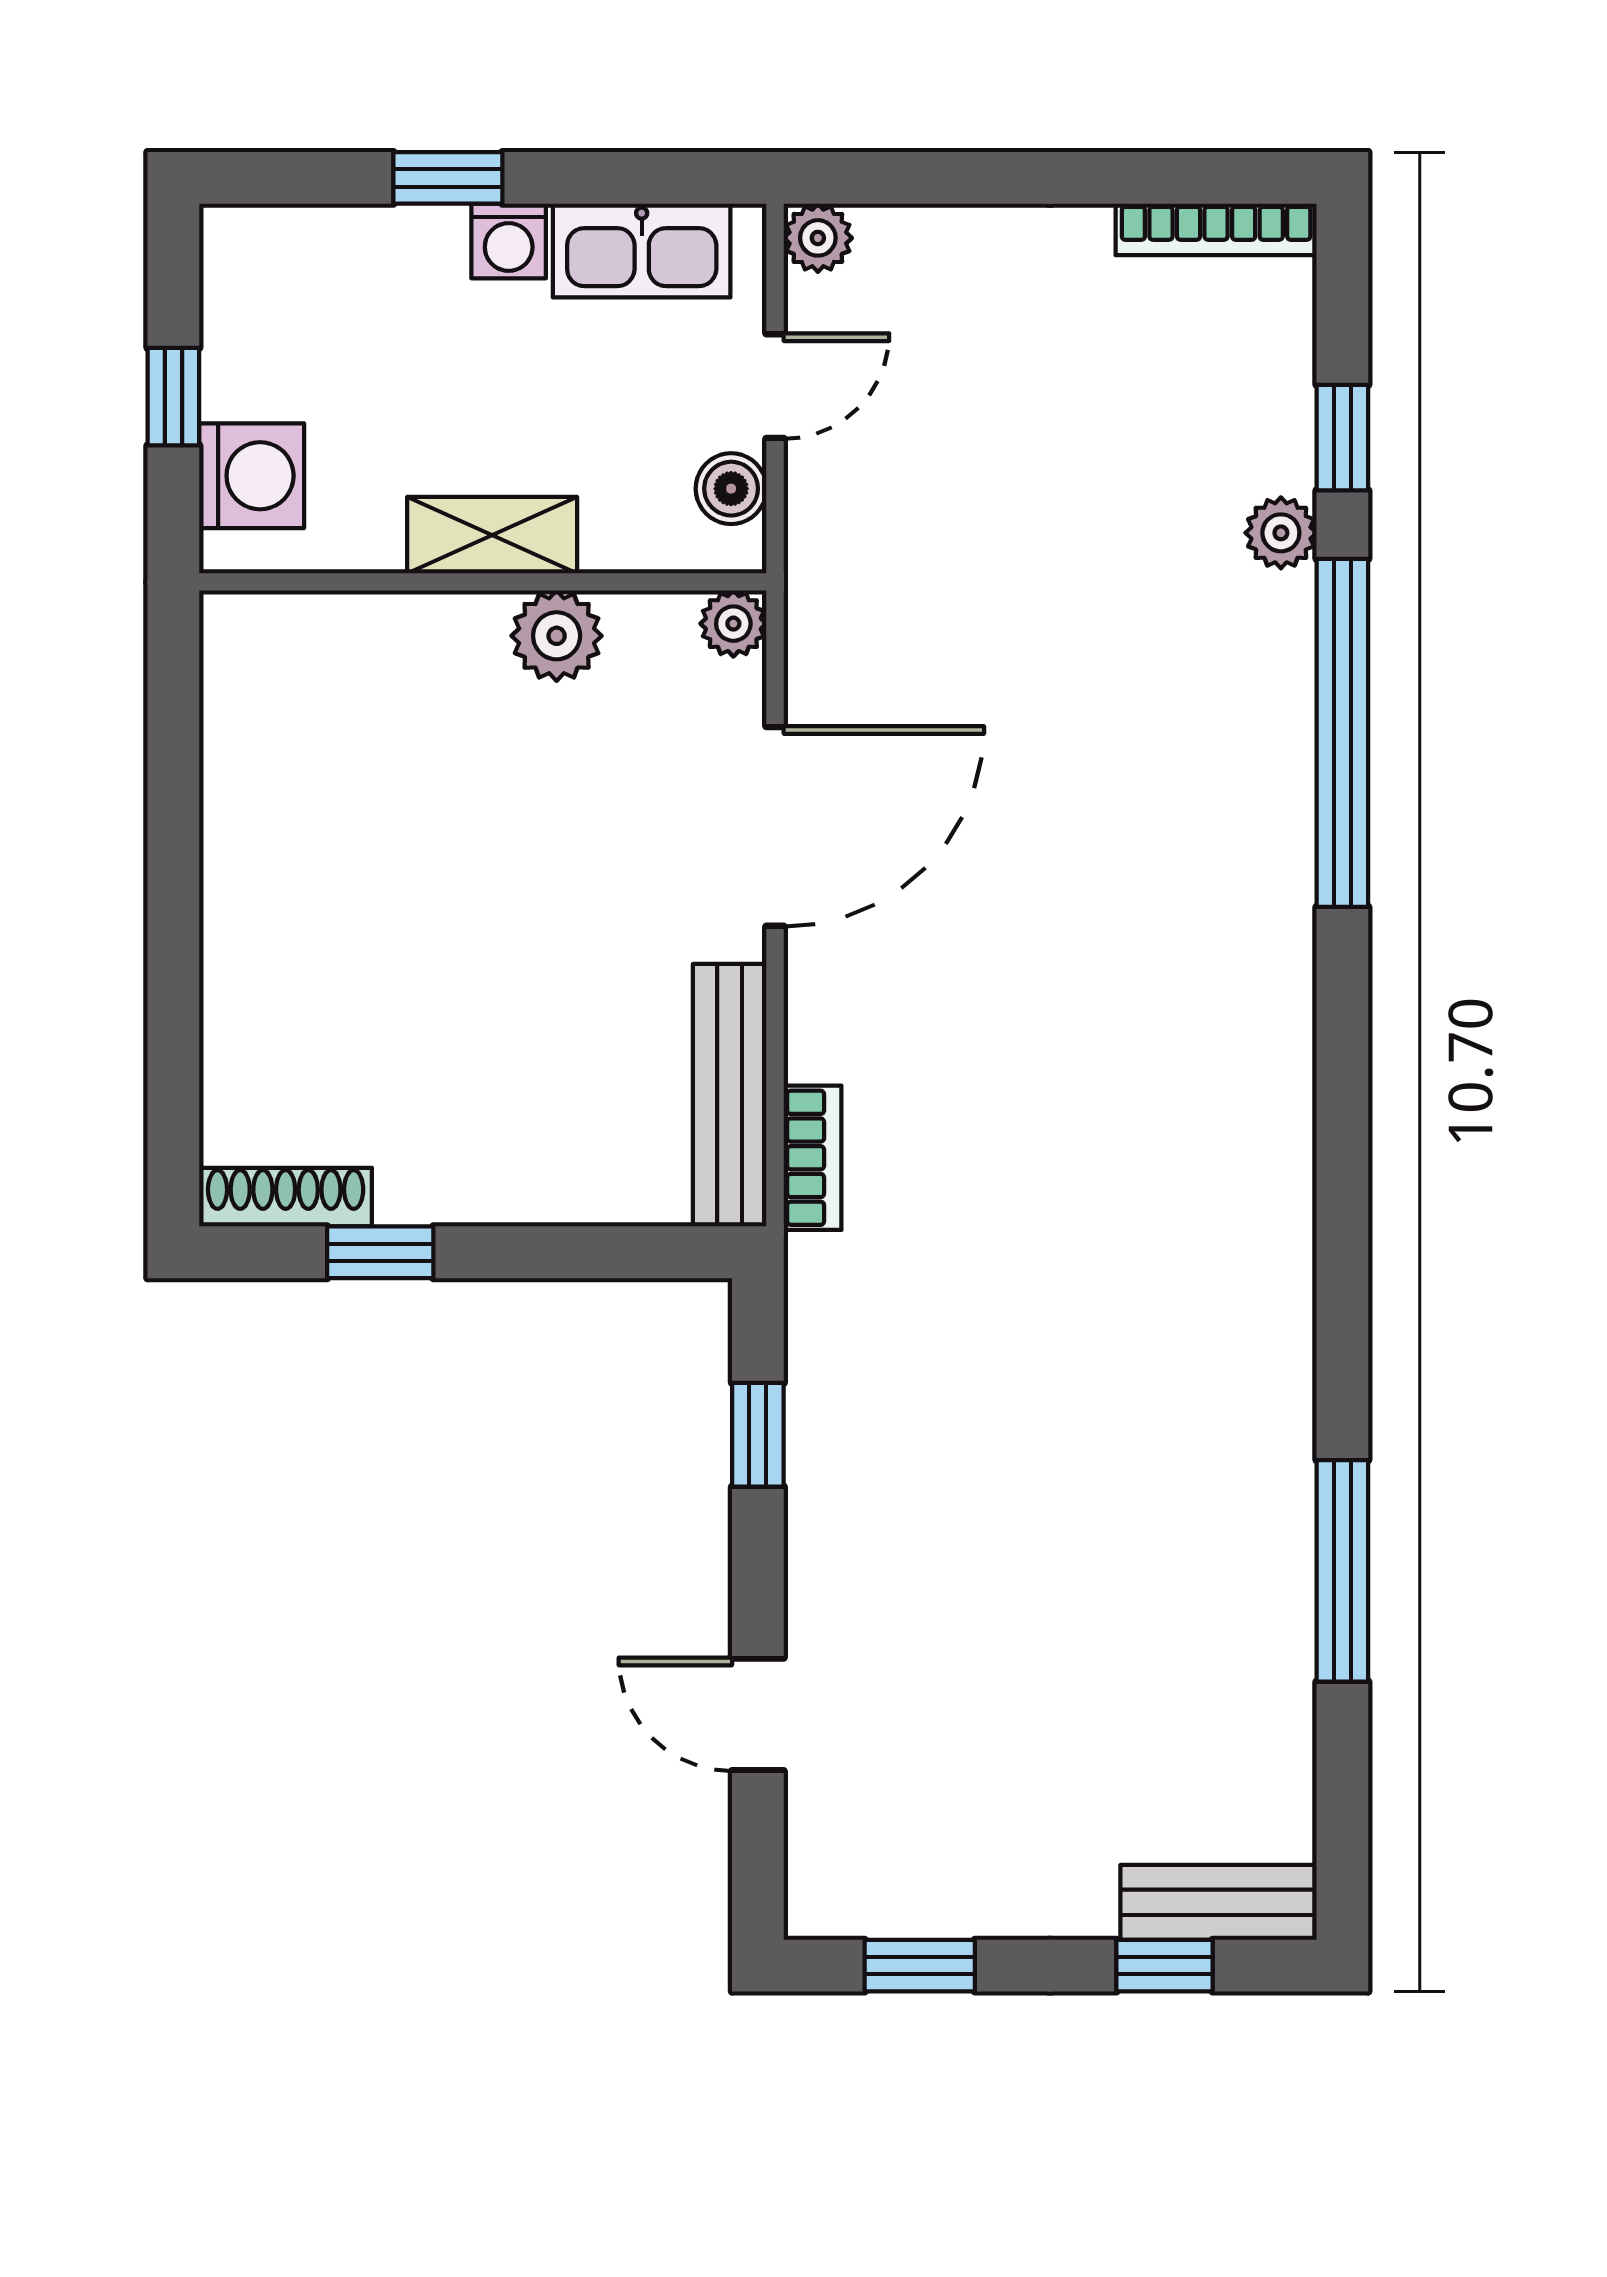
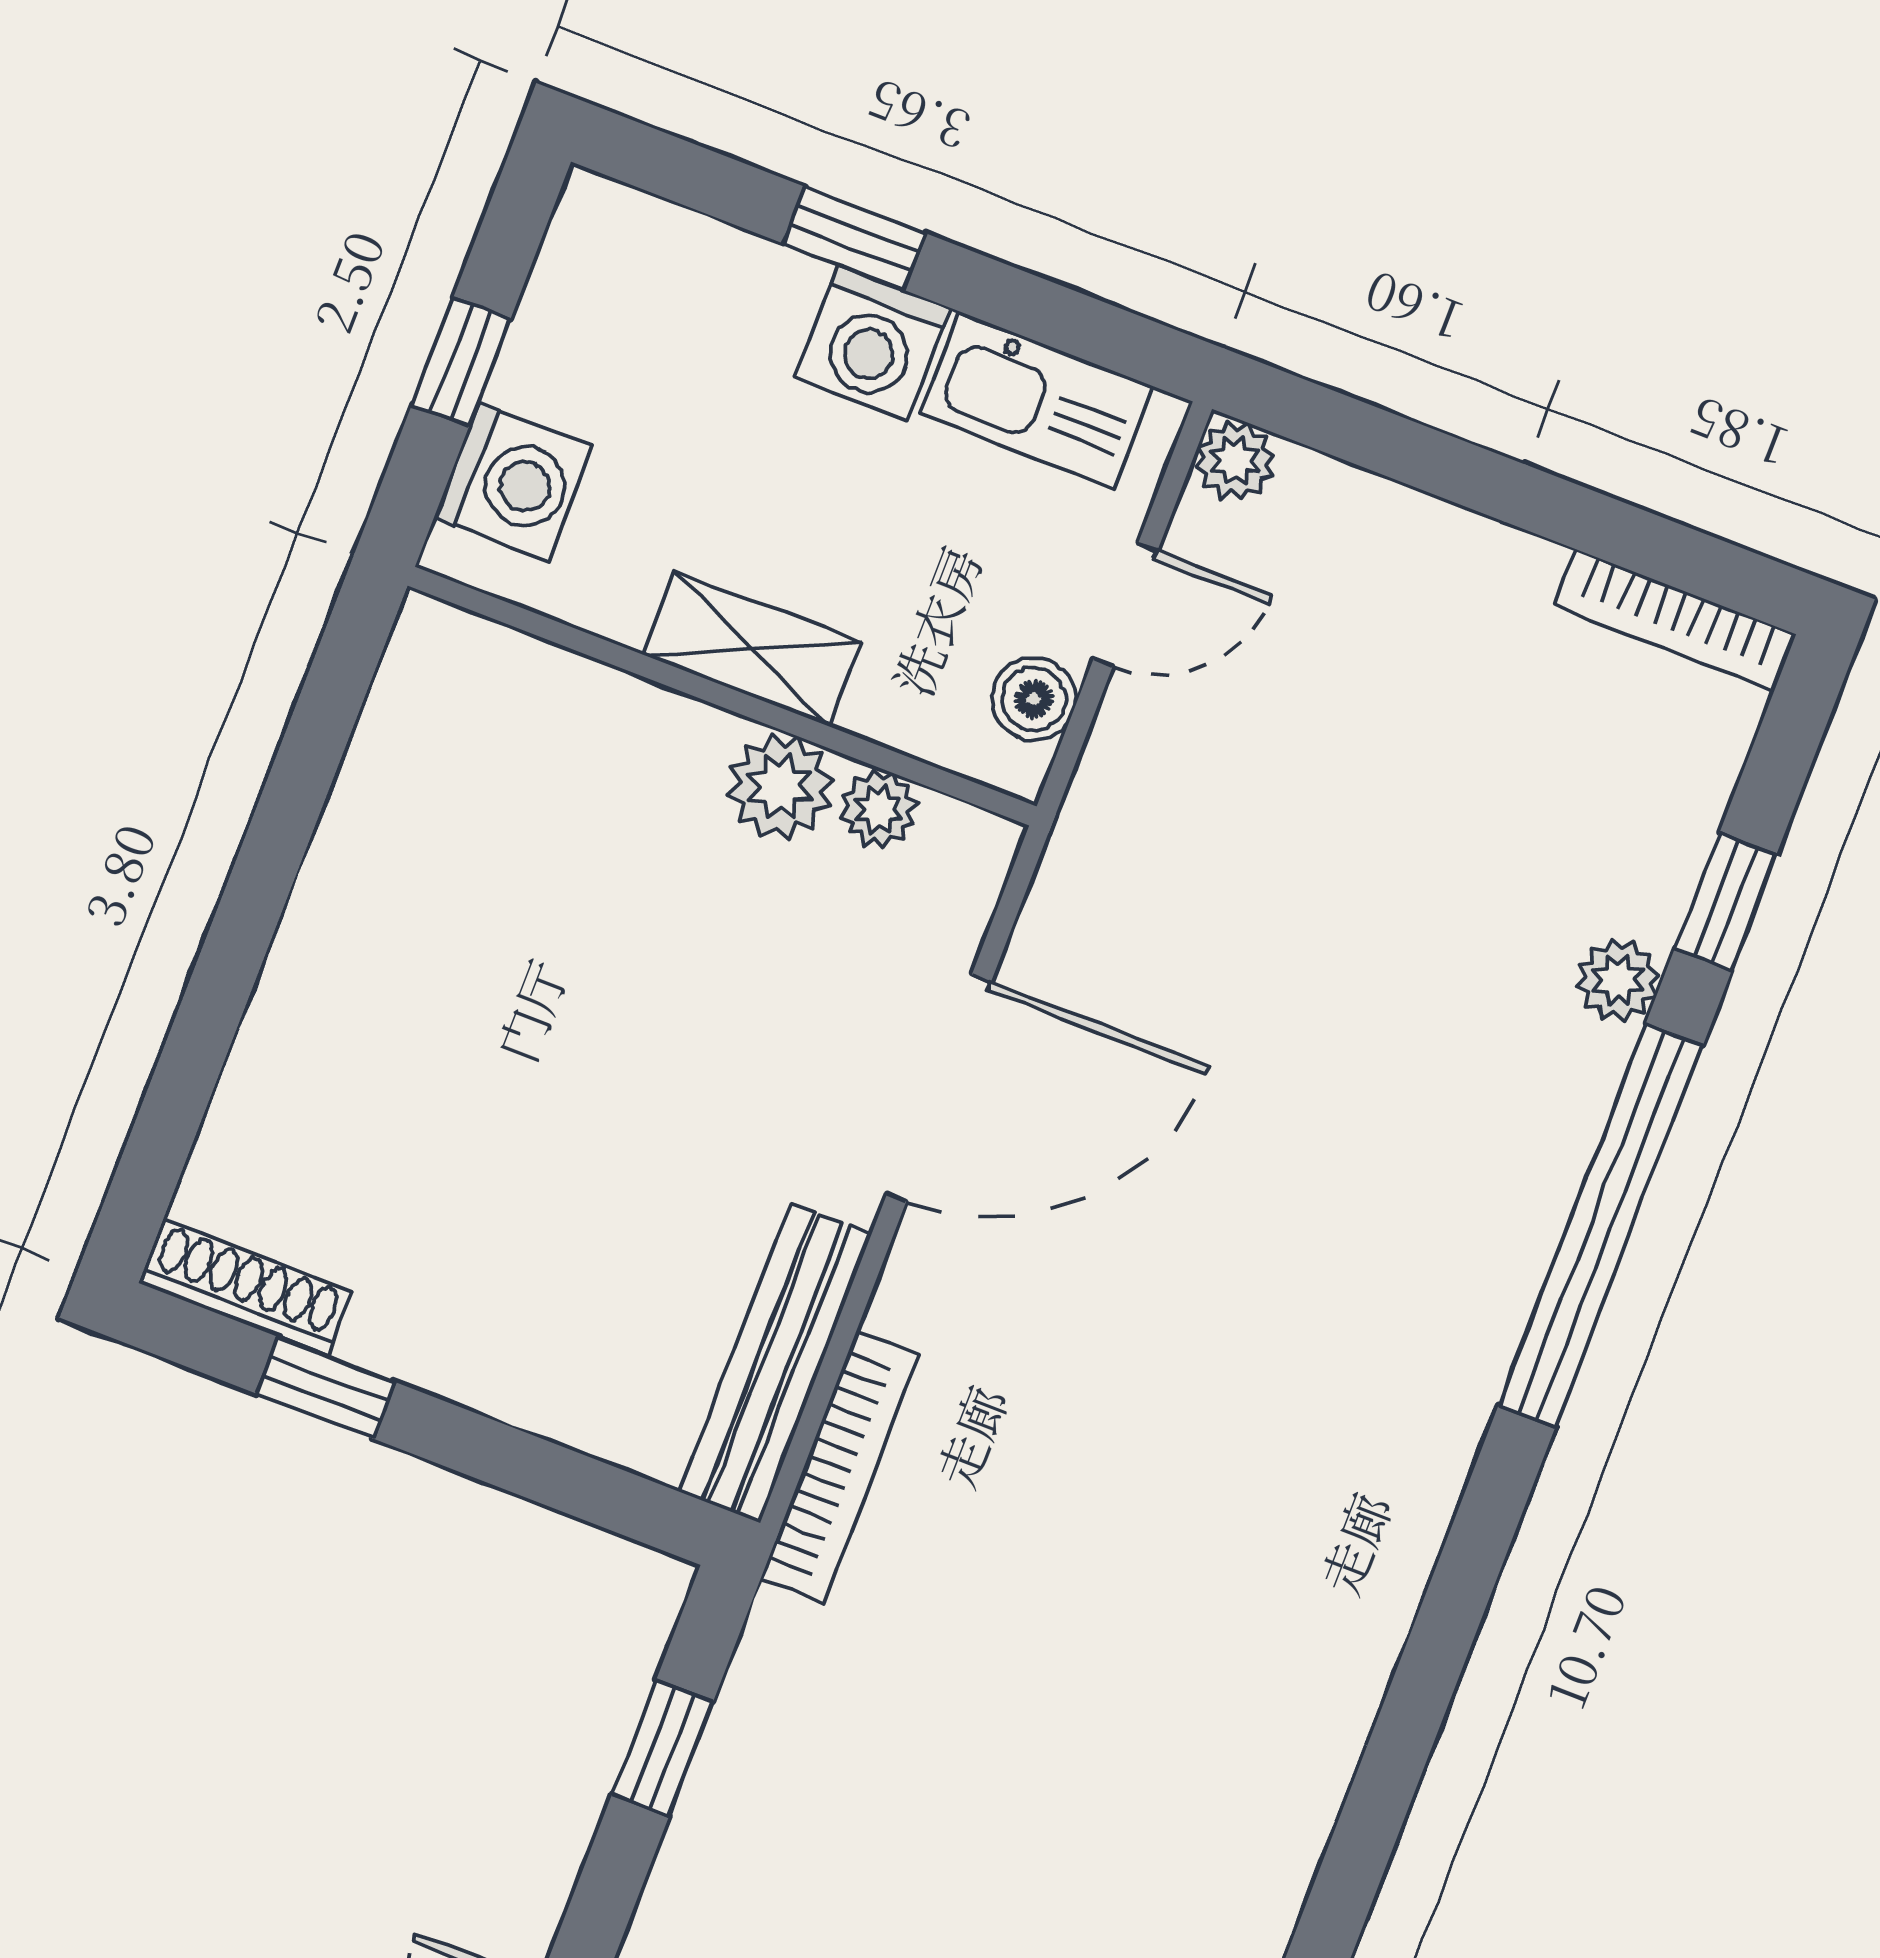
washing machine: (509, 241) -> (873, 343), width x1.38, depth x1.38
plant: (733, 624) -> (879, 809), moved
bookcase: (813, 1158) -> (840, 1467), width x1.56

